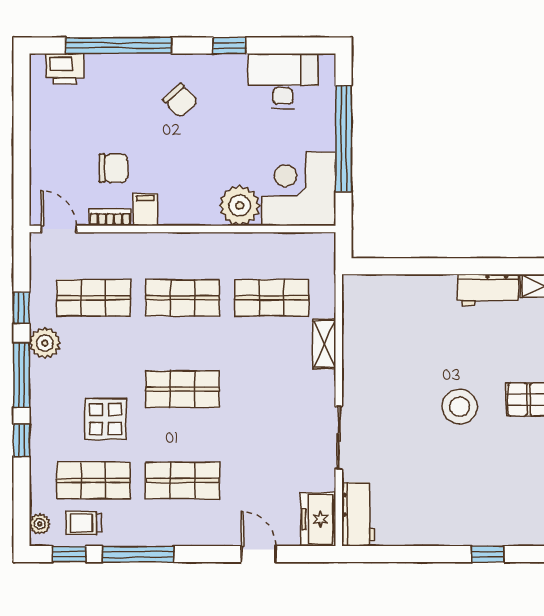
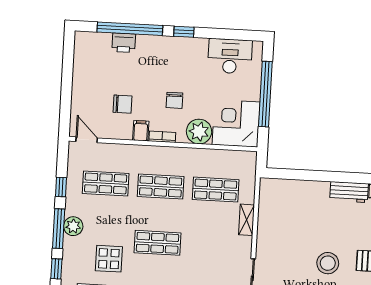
window: (229, 46) -> (184, 32), moved
printer: (65, 69) -> (124, 43), moved
chair: (180, 100) -> (174, 100), moved, turned 43
bookcase: (110, 217) -> (162, 137), moved
plant: (45, 343) -> (73, 226), moved

